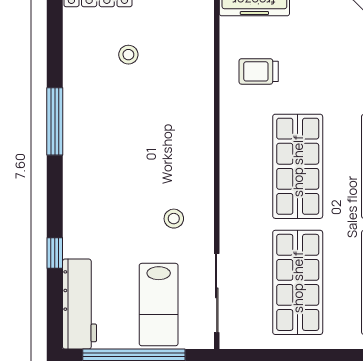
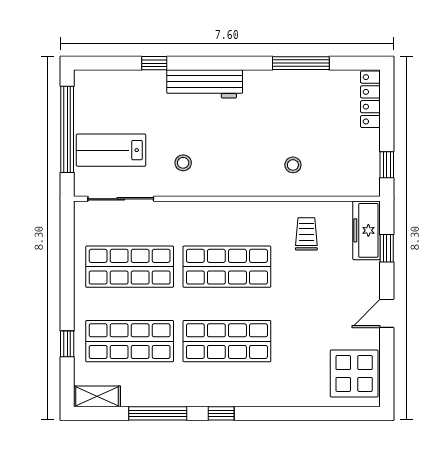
stool: (128, 55) -> (293, 165), moved
window: (55, 121) -> (301, 63), moved
workbench: (80, 304) -> (205, 84), moved

